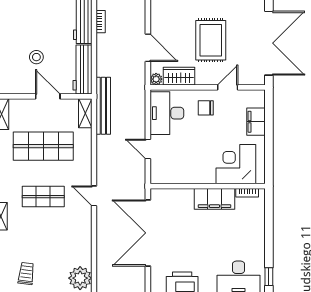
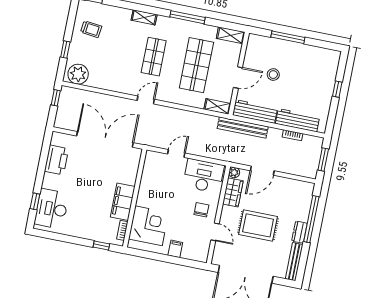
bench: (103, 106) -> (243, 128), moved
filing cabinet: (256, 122) -> (175, 249), width x0.50
window: (269, 277) -> (101, 245), moved

